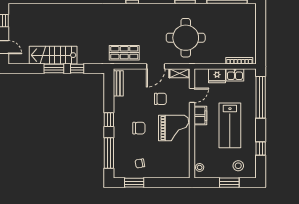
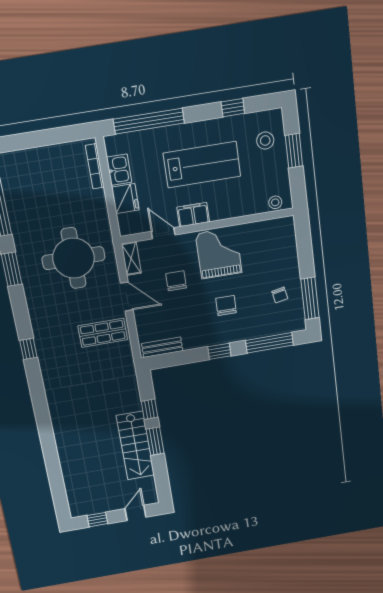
shop shelf: (124, 53) -> (103, 333), moved, turned 90
window: (134, 183) -> (310, 298), width x1.44

